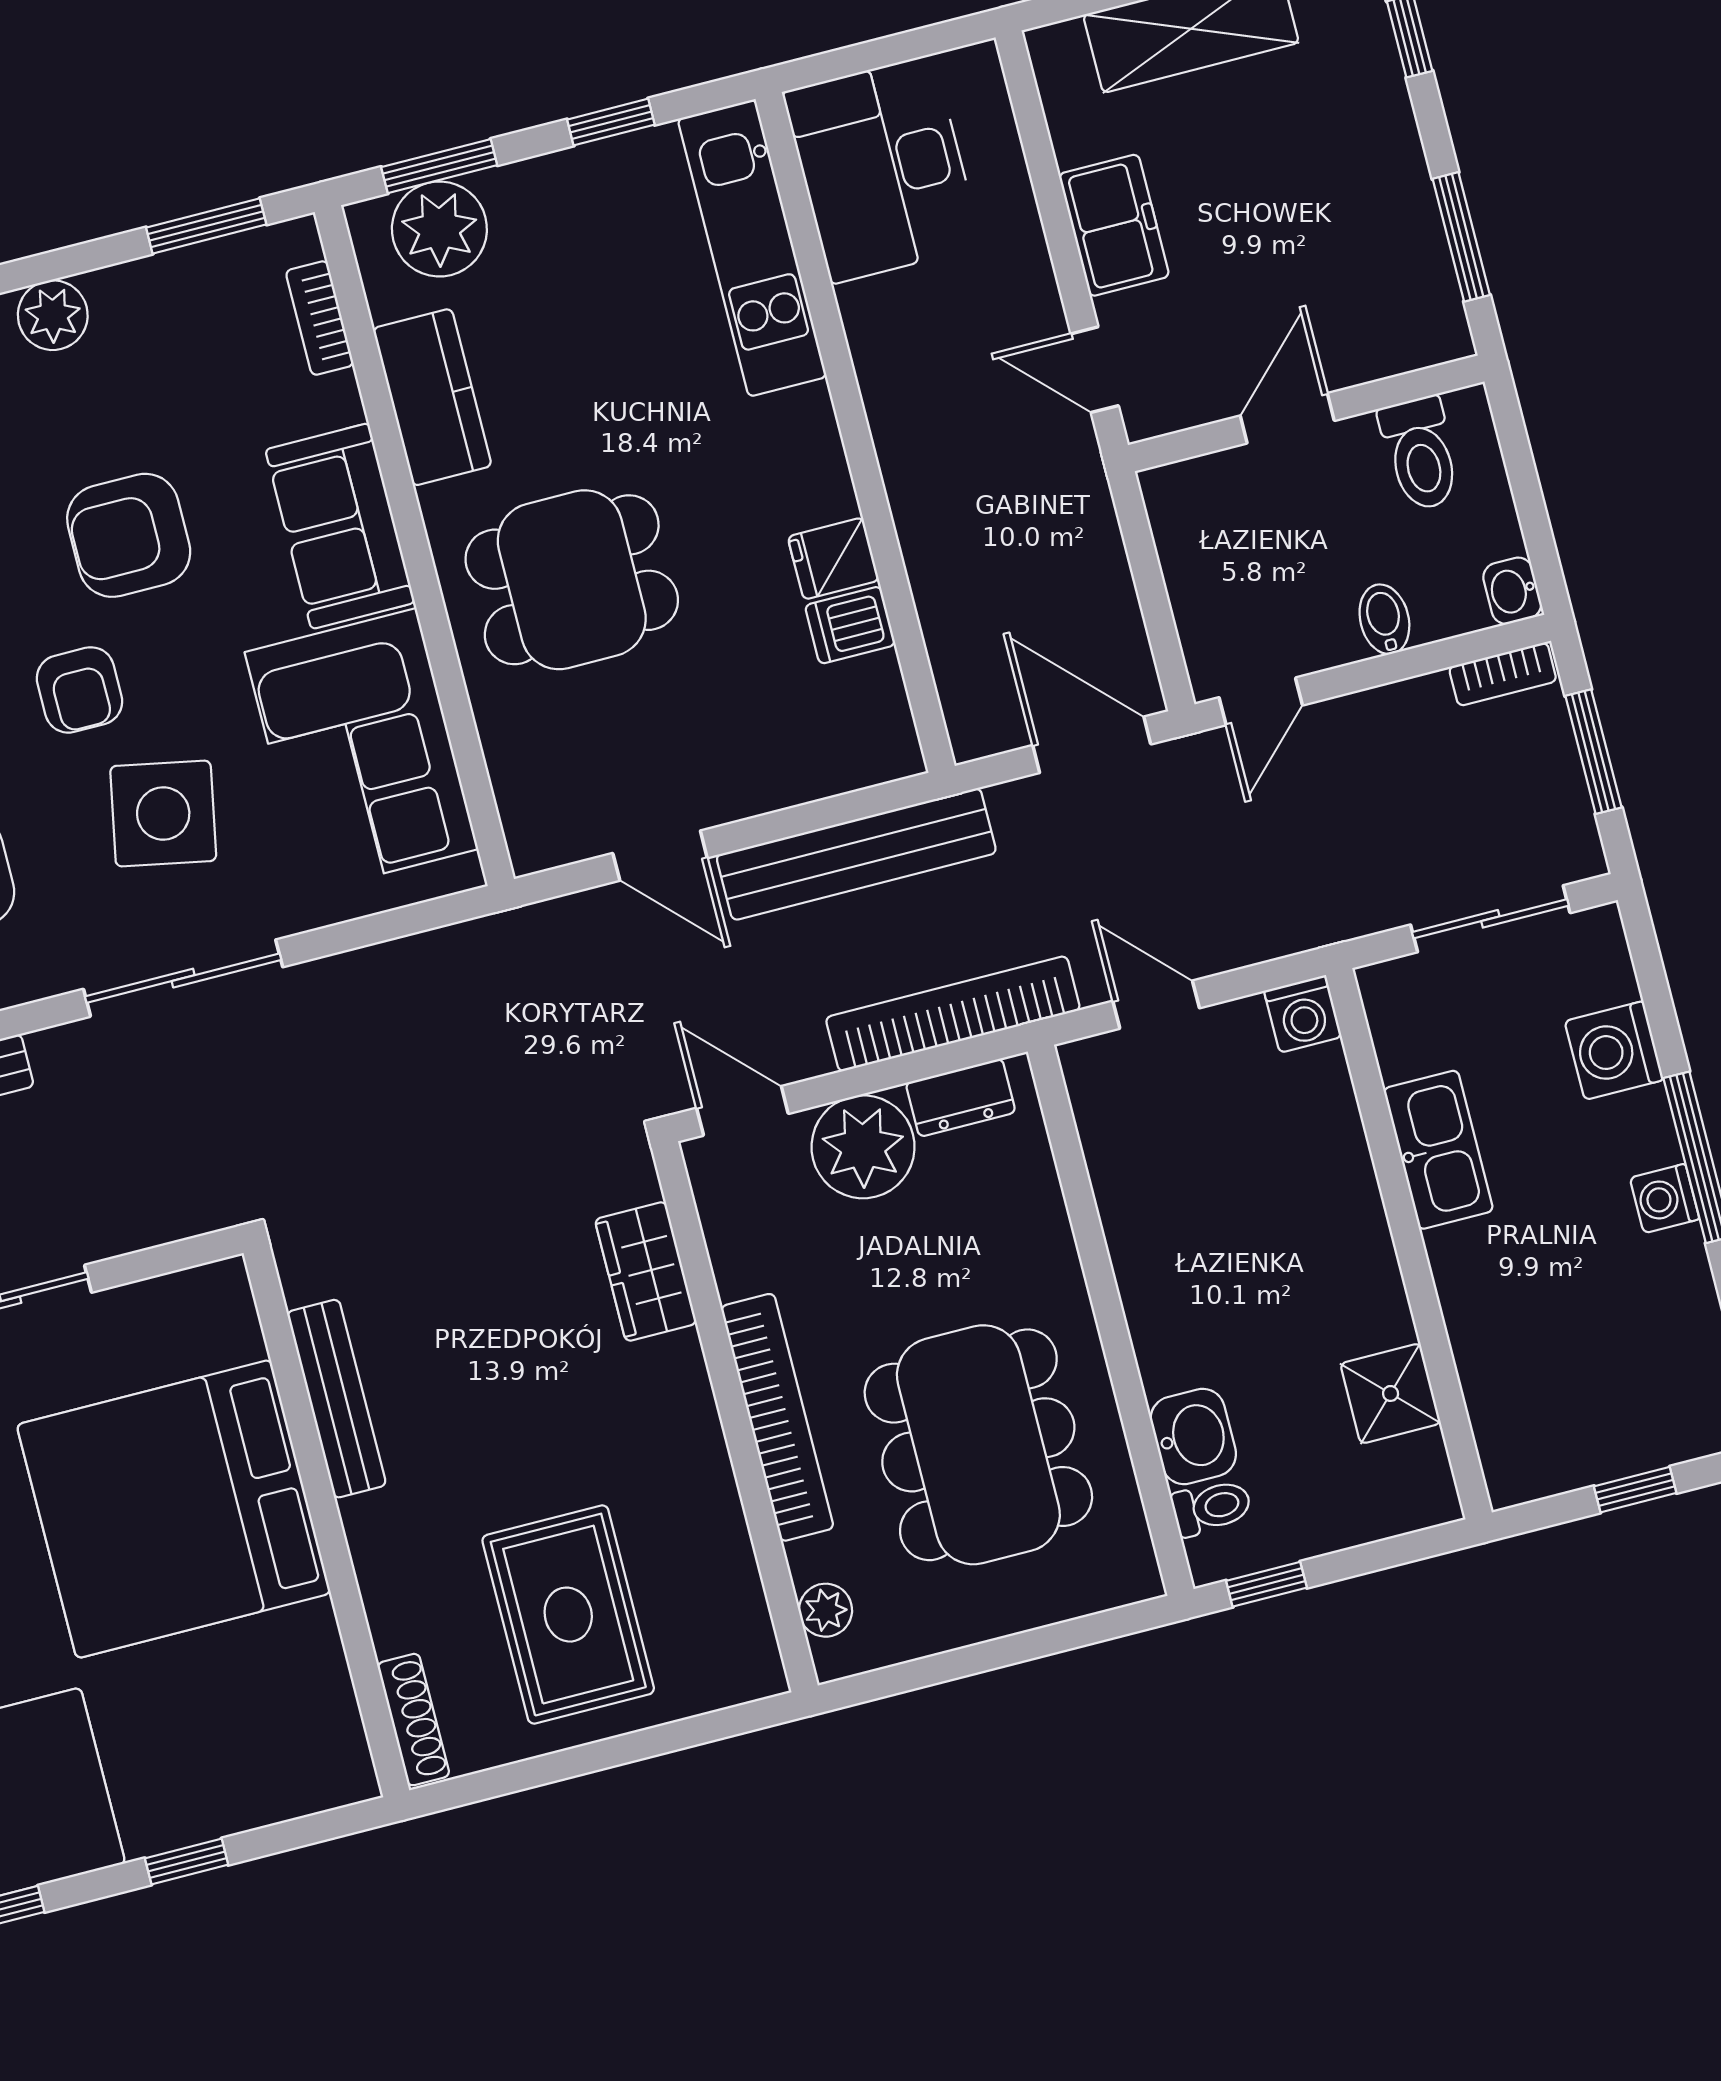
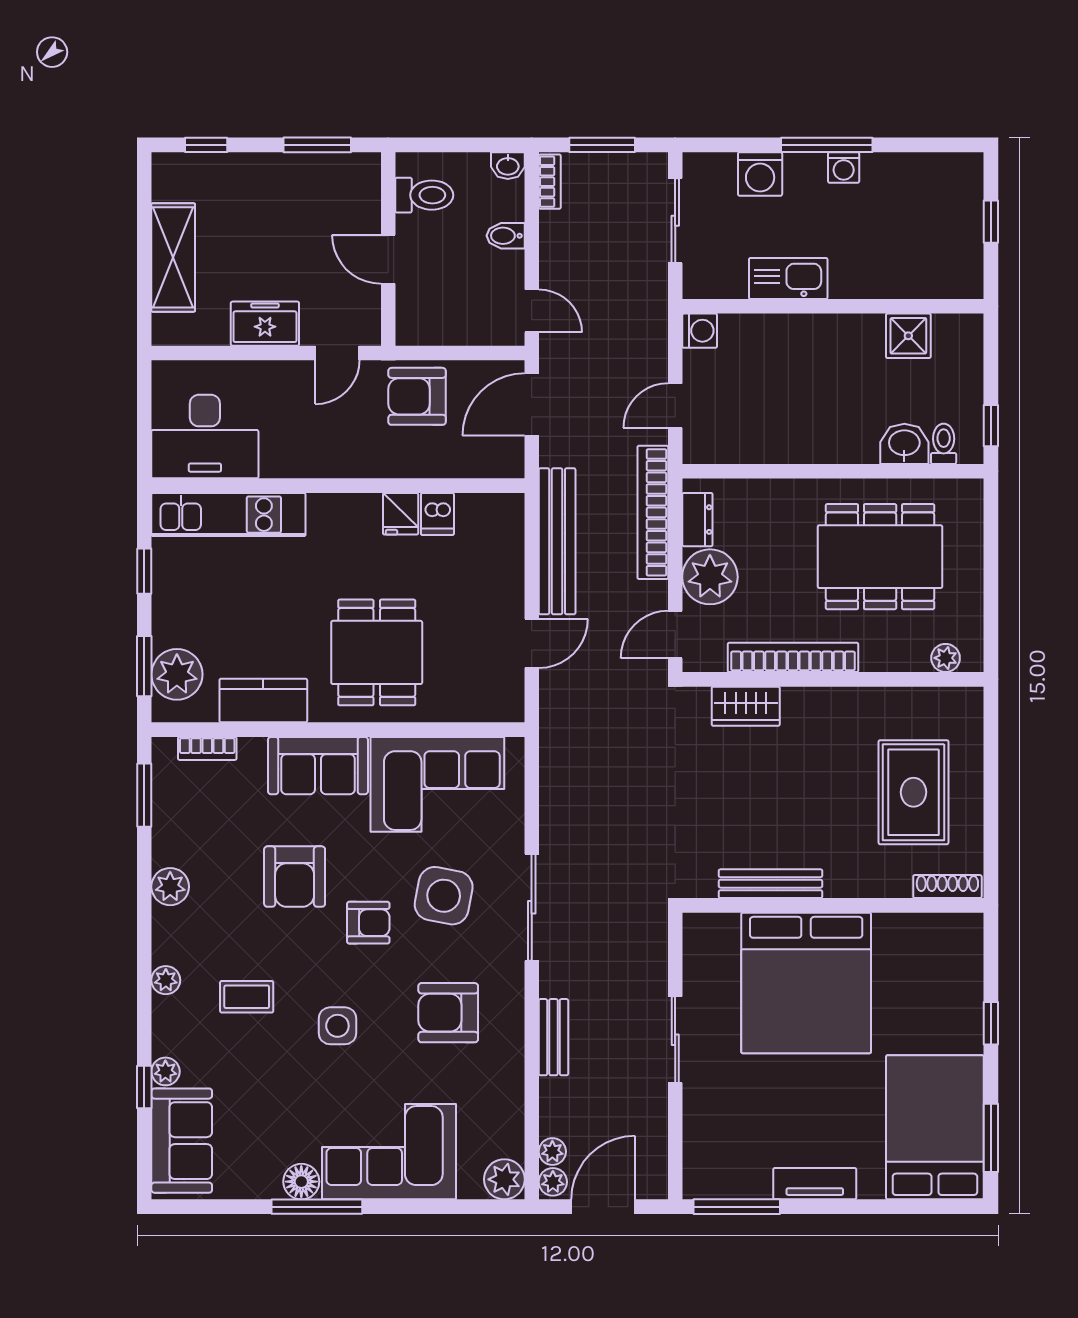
armchair: (1053, 534) -> (417, 396), added
bookcase: (777, 1417) -> (793, 657), moved
rug: (568, 1615) -> (913, 792), turned 90

